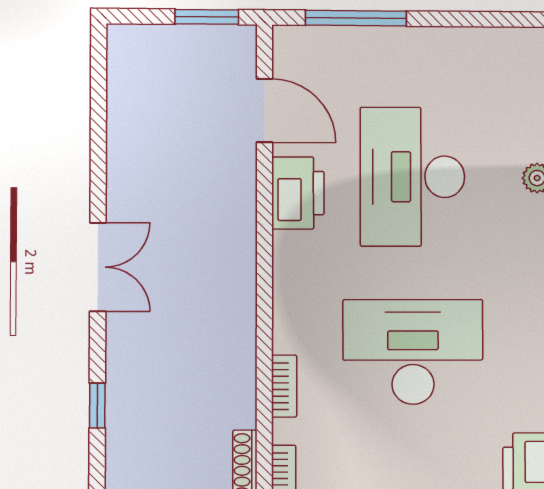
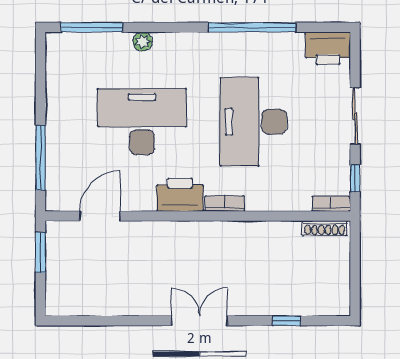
desk: (413, 177) -> (142, 122), turned 180
printer: (298, 193) -> (180, 195), moved
bookcase: (284, 386) -> (225, 203), moved

